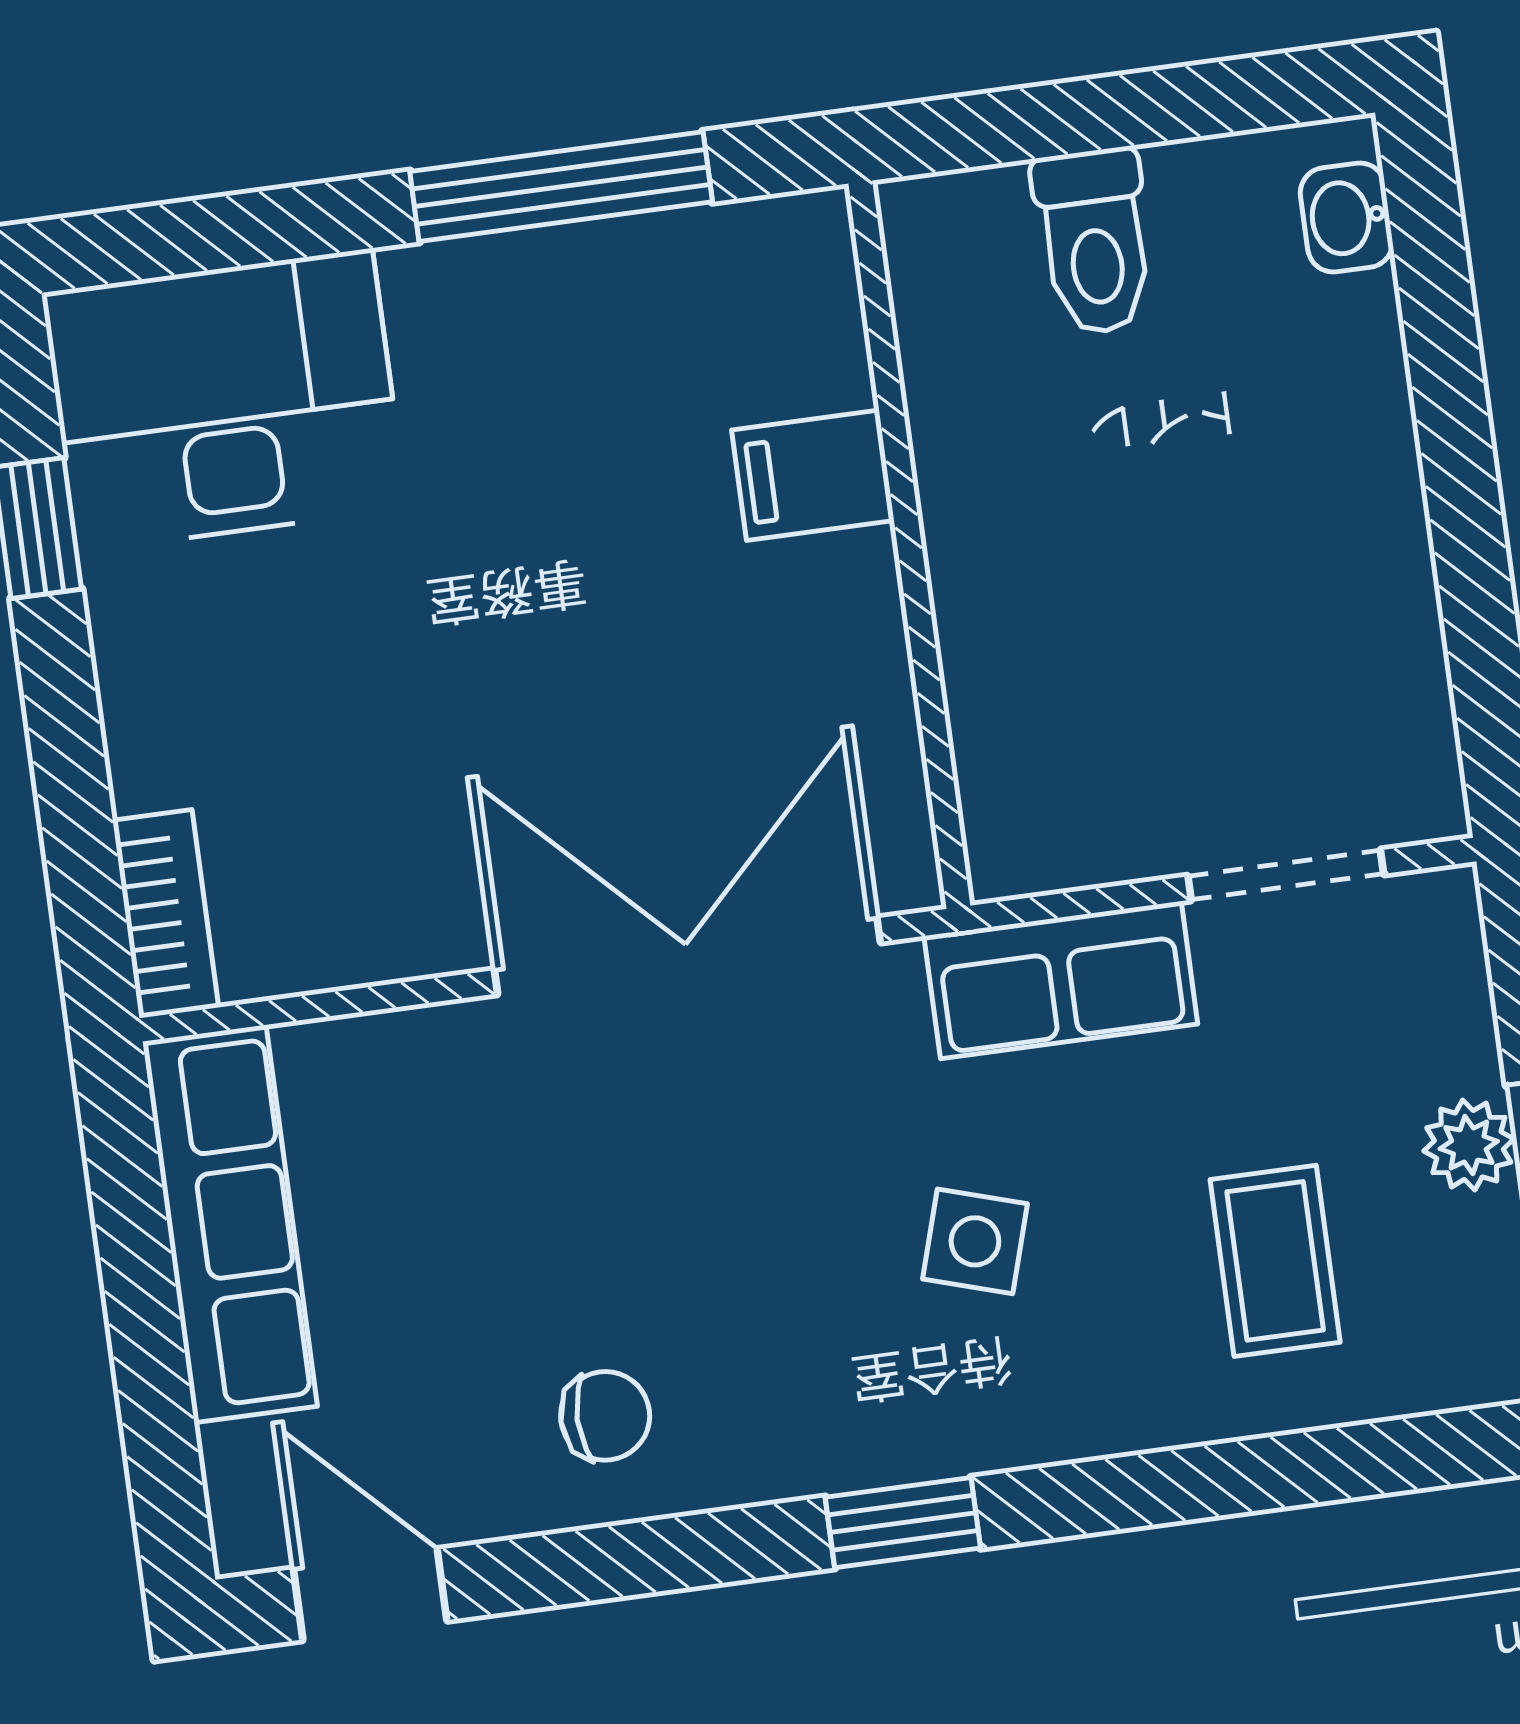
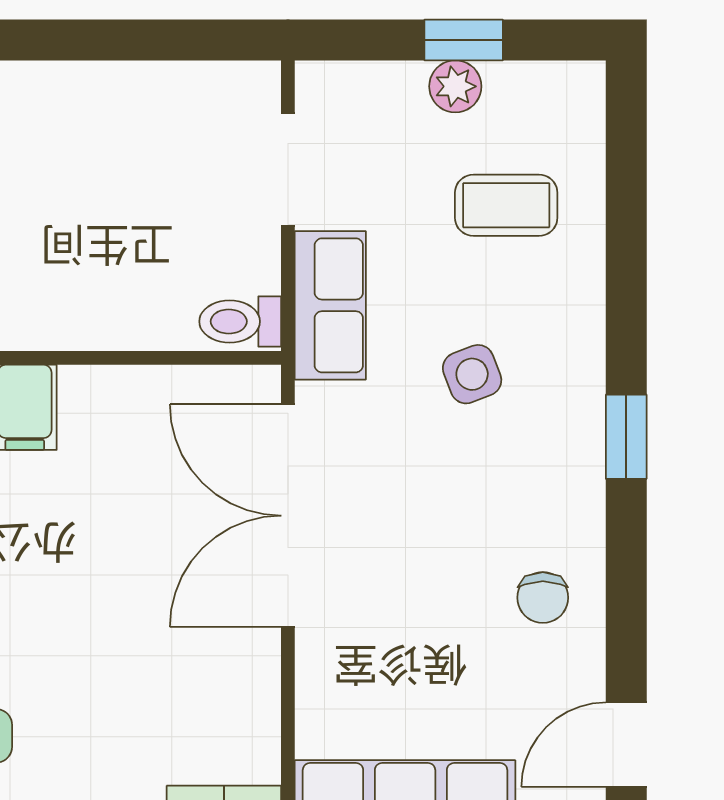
toilet: (1012, 828) -> (240, 321), added
side table: (975, 1241) -> (472, 374), turned -38
chair: (605, 1416) -> (543, 598), turned 180

